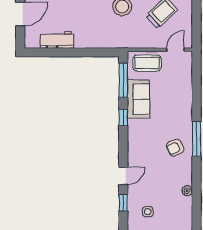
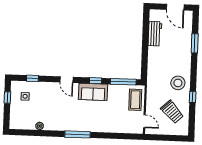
sofa: (138, 99) -> (93, 92), moved
armchair: (175, 148) -> (72, 118), removed
door: (123, 176) -> (66, 80), moved

